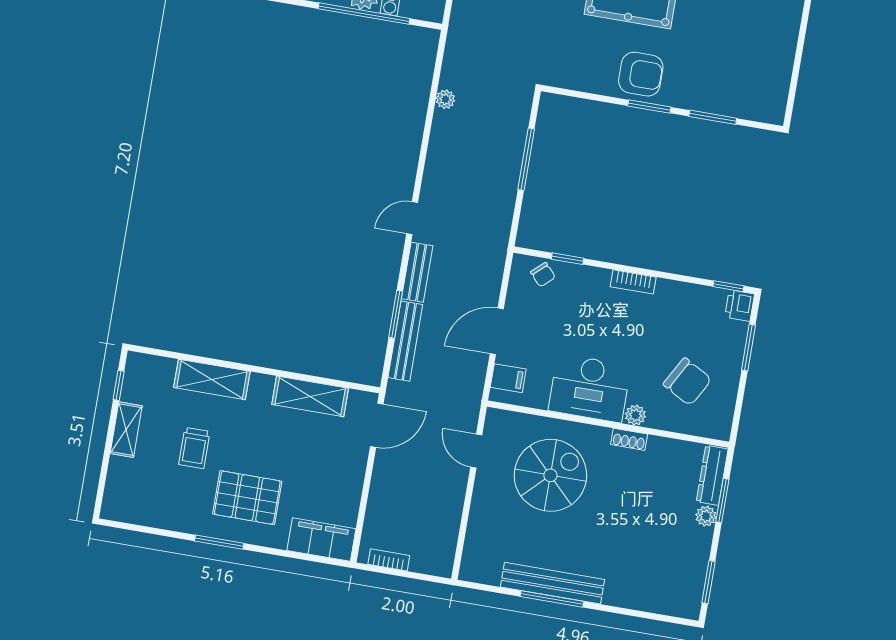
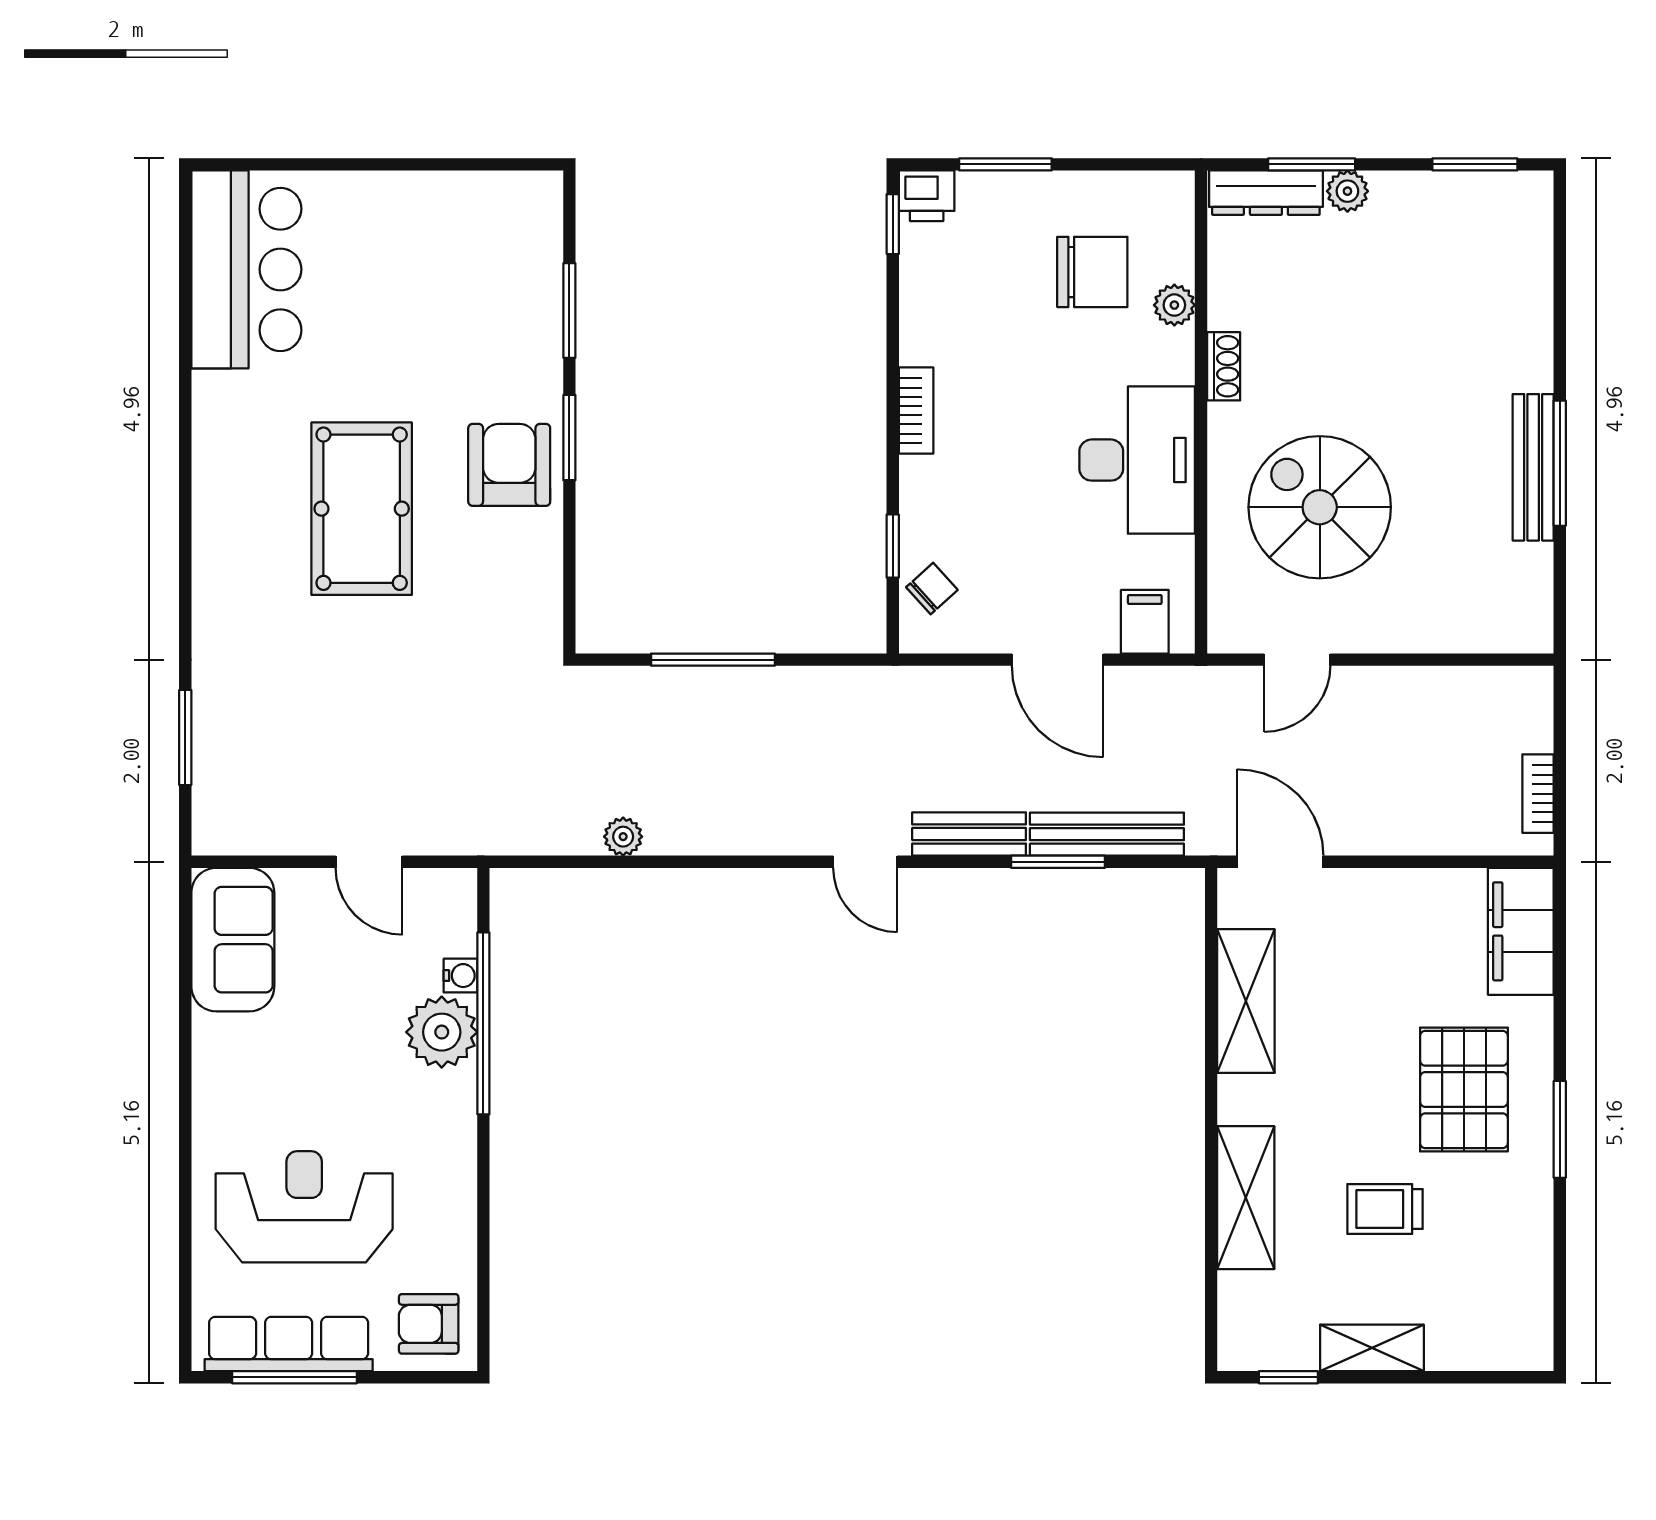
chair: (687, 382) -> (1092, 272), turned 61
plant: (635, 415) -> (1174, 305), moved
trolley: (194, 448) -> (1385, 1209), turned 180
bench: (553, 583) -> (1533, 467), width x0.73, depth x0.82

